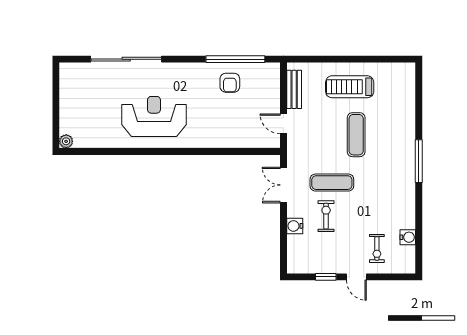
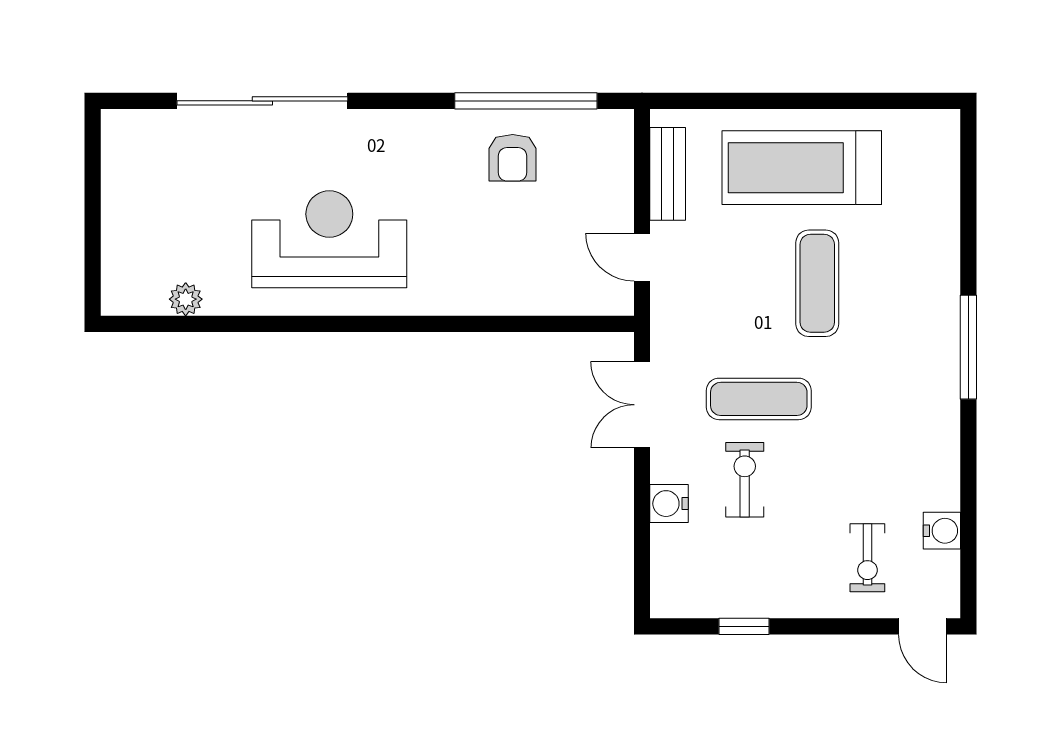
treadmill: (350, 87) -> (802, 168), width x1.37, depth x1.38
plant: (66, 141) -> (186, 299), moved
door: (356, 277) -> (923, 626), moved

